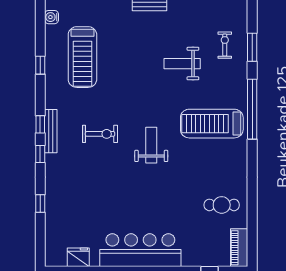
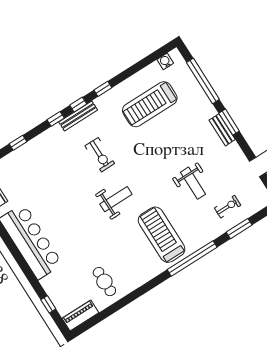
weight bench: (182, 64) -> (193, 183), turned 180
window: (40, 65) -> (103, 89), moved

